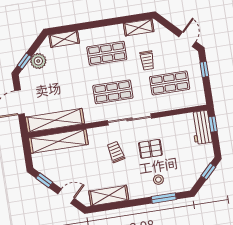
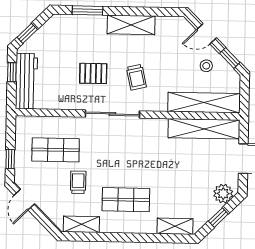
window: (24, 61) -> (218, 218), moved
plant: (38, 61) -> (223, 194), moved
shop shelf: (113, 92) -> (127, 151), removed
window: (213, 124) -> (12, 72), moved
workbench: (201, 127) -> (26, 81), width x1.38
stool: (158, 180) -> (206, 66), moved
shelving: (109, 196) -> (131, 25), moved

